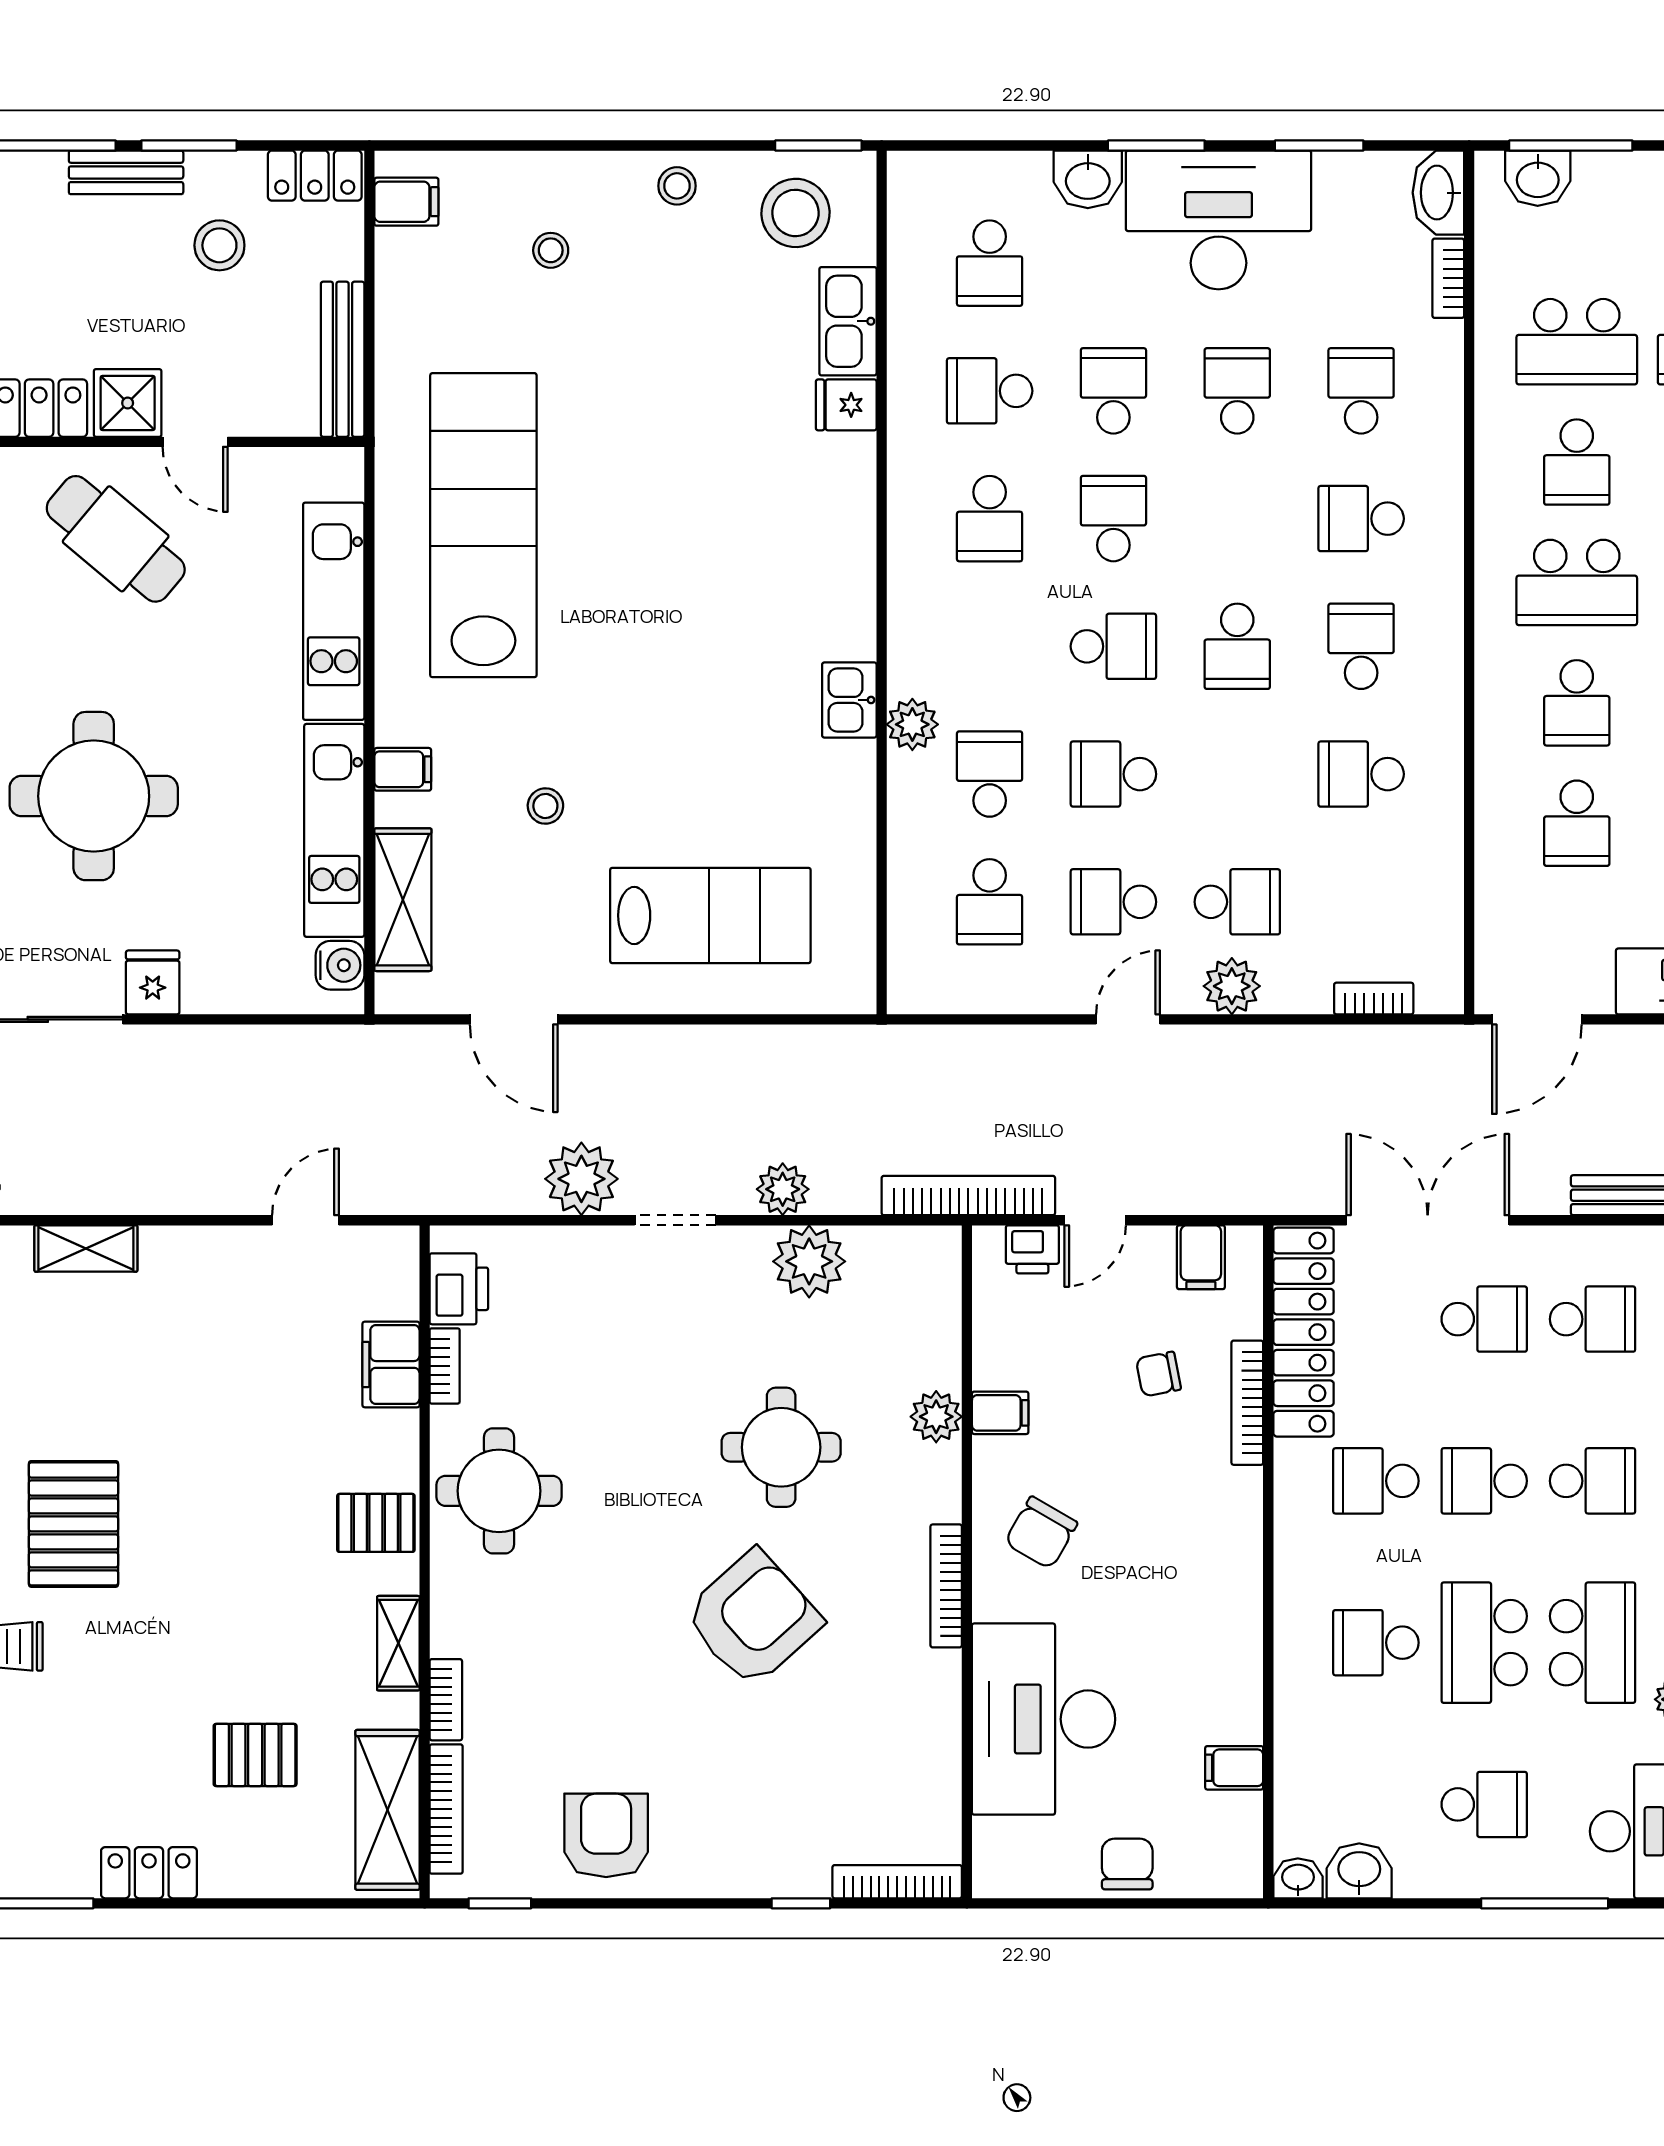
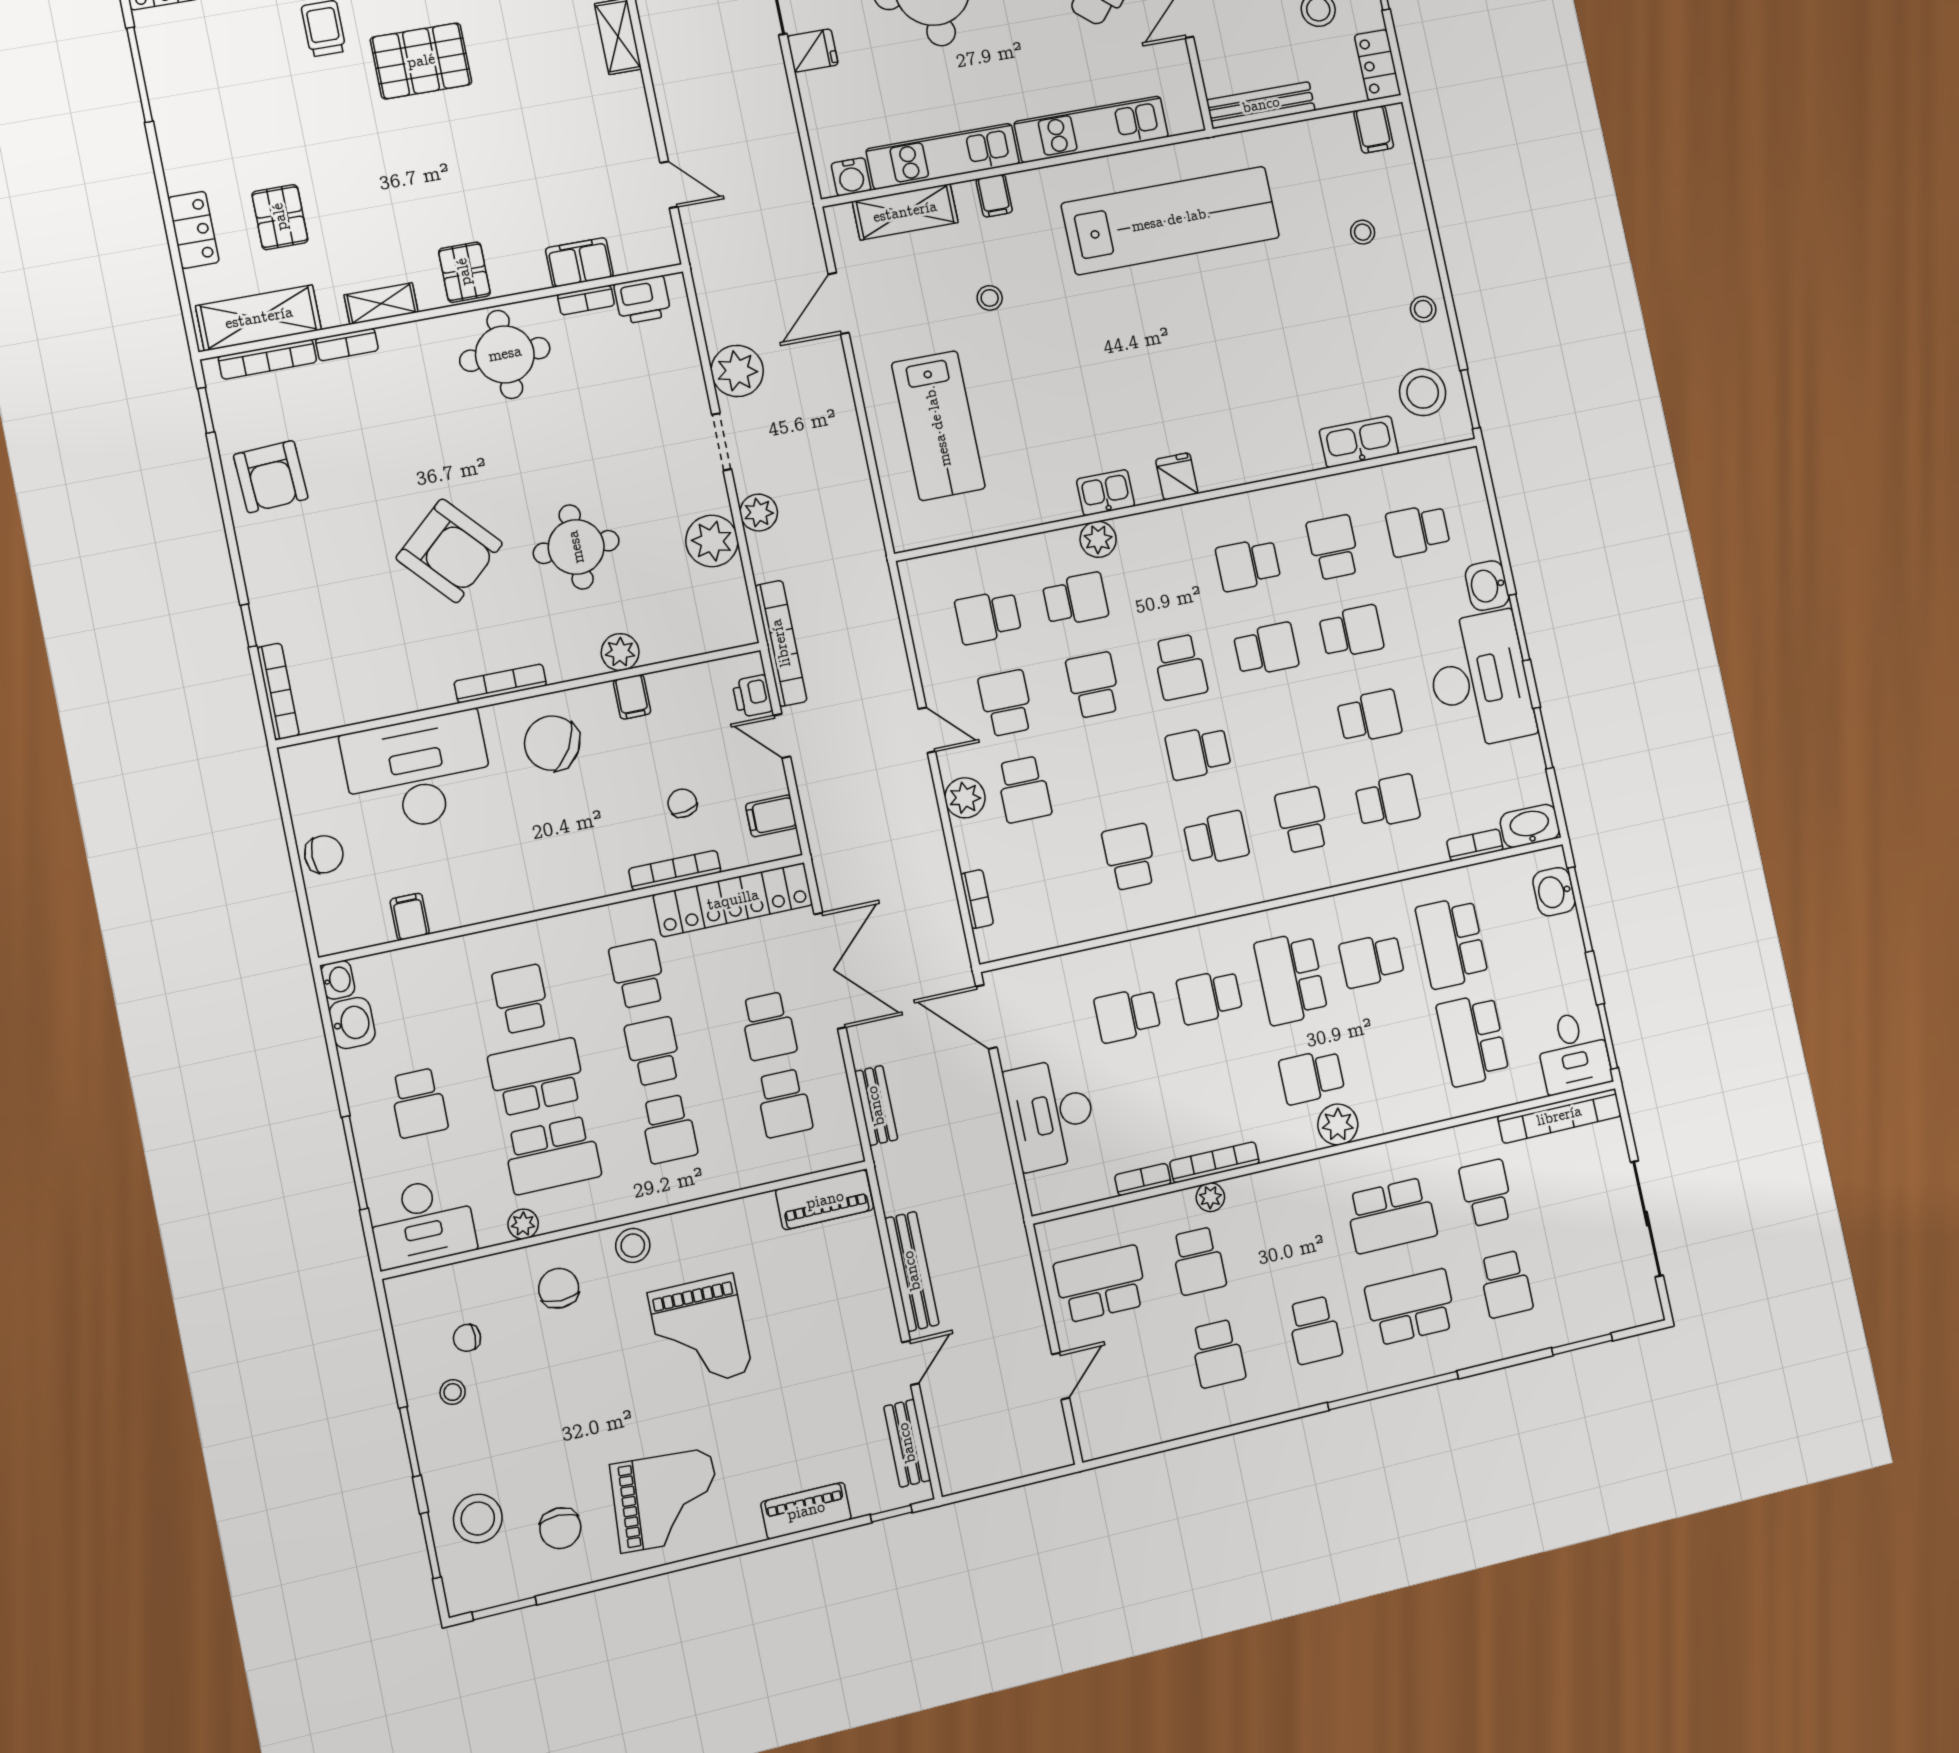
fridge: (846, 405) -> (1177, 476), moved
chair: (1041, 1533) -> (552, 743), width x1.37, depth x1.37
armchair: (606, 1835) -> (271, 477), turned 87
locker: (149, 1873) -> (193, 230), moved

